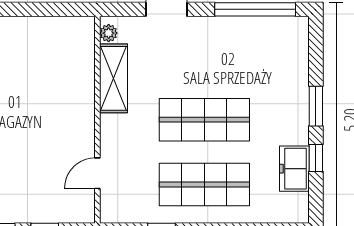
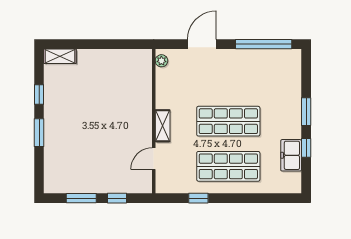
shelving: (113, 78) -> (163, 126), moved, width x0.67, depth x0.75

